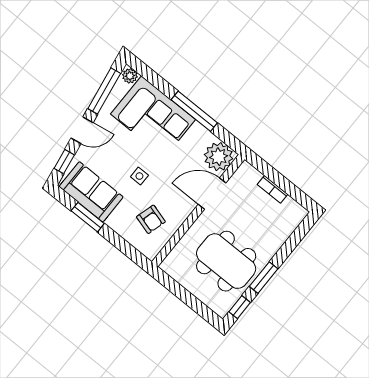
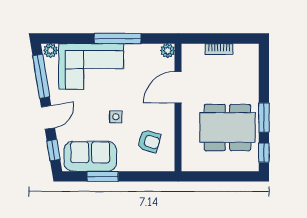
plant: (219, 157) -> (168, 51), width x0.53, depth x0.53

